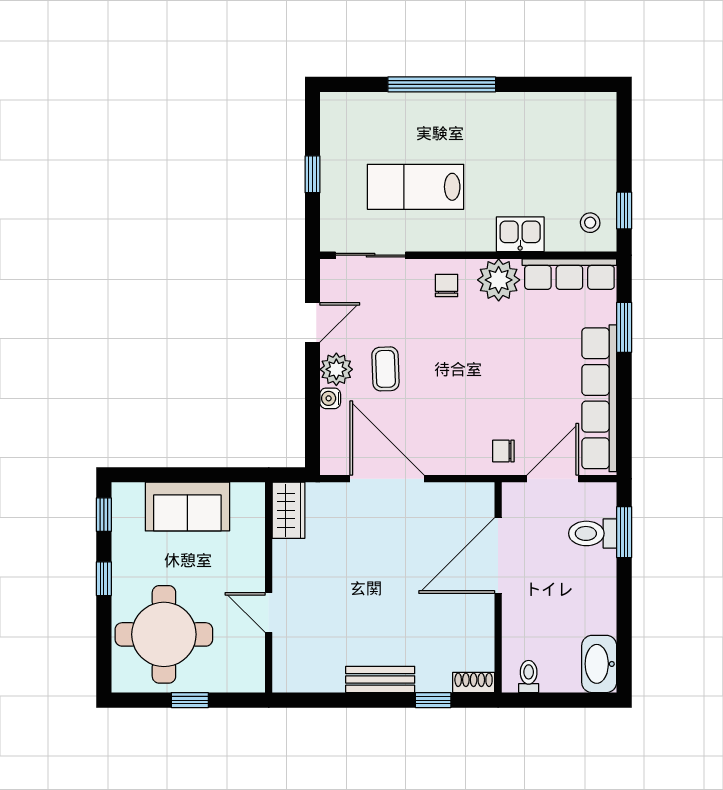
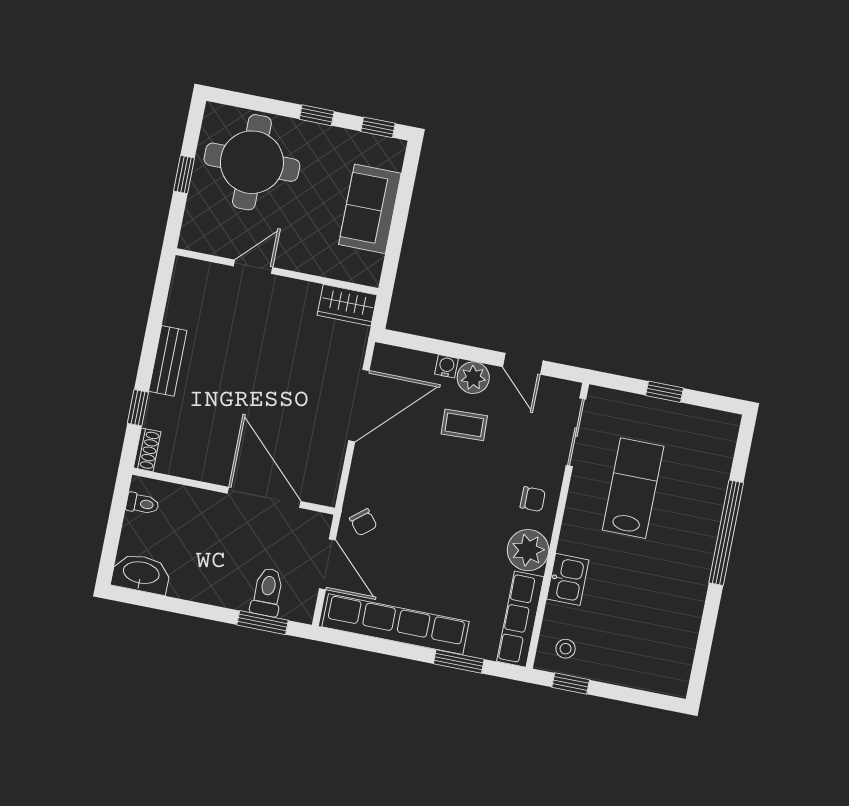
chair: (503, 451) -> (363, 522), turned 141

